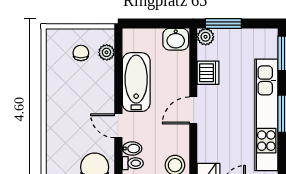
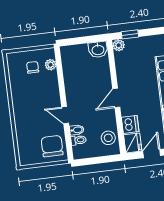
window: (223, 23) -> (130, 34), width x0.67
dishwasher: (208, 73) -> (130, 124), moved
bathtub: (136, 82) -> (74, 83), removed

